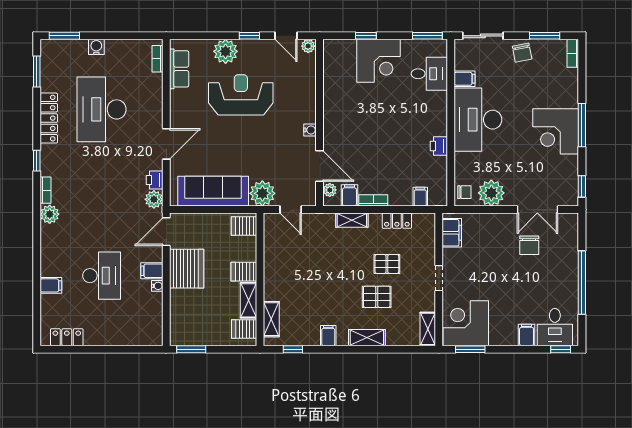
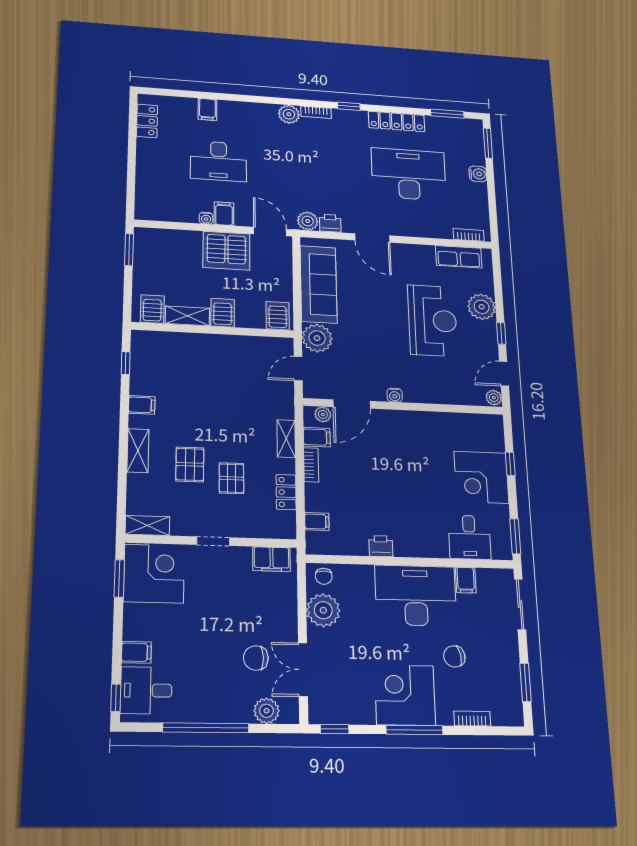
chair: (522, 53) -> (454, 656), moved
bookcase: (573, 53) -> (472, 719), moved
plant: (569, 237) -> (266, 711), added
shelving: (271, 319) -> (164, 340), removed

